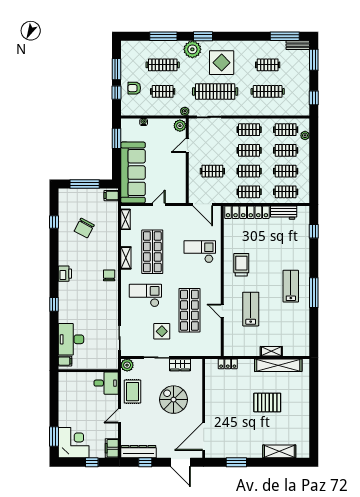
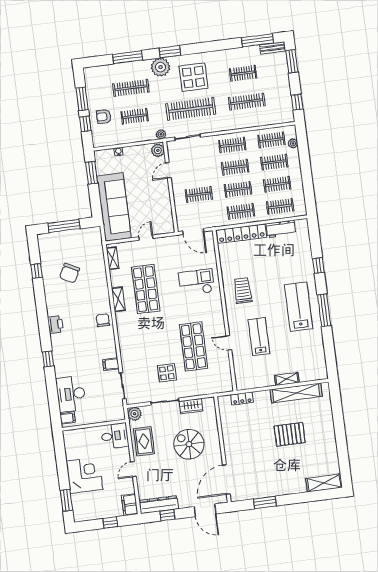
filing cabinet: (111, 196) -> (111, 364), moved
window: (314, 231) -> (318, 266), moved
lab bench: (291, 286) -> (299, 307), width x1.36, depth x1.39
checkout: (145, 295) -> (144, 337), removed
corner desk: (74, 443) -> (84, 475), moved
shelving: (279, 451) -> (324, 483), moved

